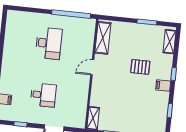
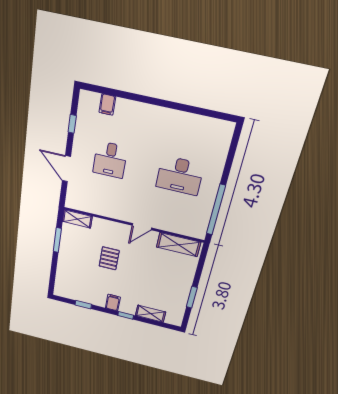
shelving: (170, 42) -> (151, 314), moved
door: (92, 67) -> (142, 227), swing flipped
pallet: (140, 67) -> (109, 258), moved

